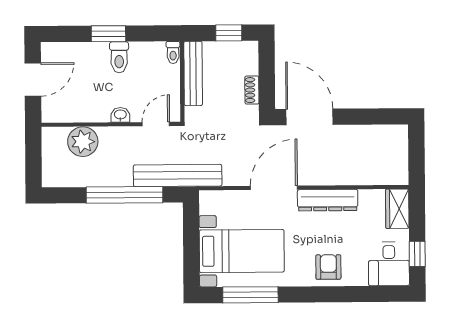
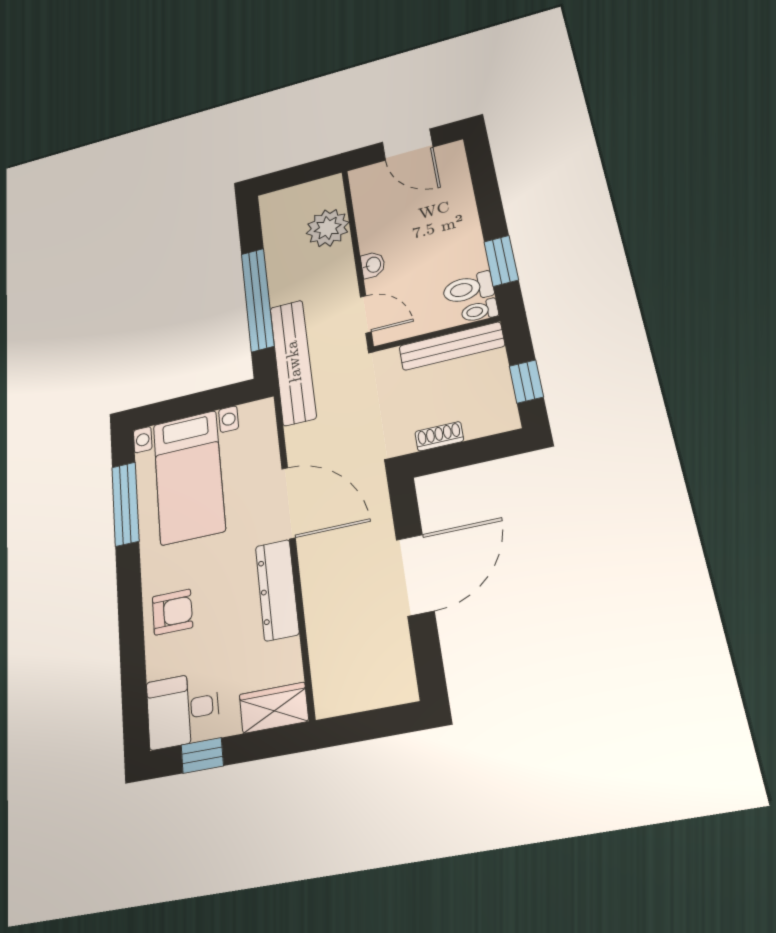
window: (108, 34) -> (501, 261), moved
toilet: (119, 57) -> (468, 288), moved
door: (310, 117) -> (415, 575), moved

